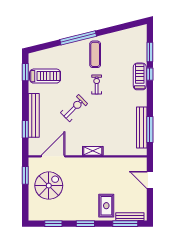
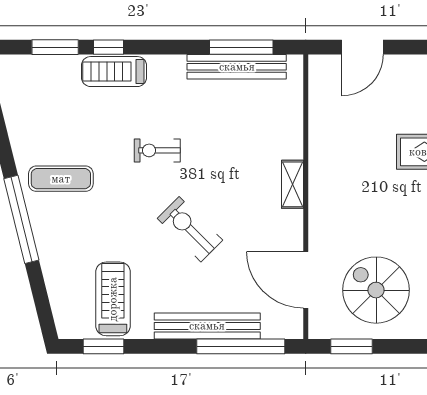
exercise bike: (97, 84) -> (157, 150), moved
window: (25, 129) -> (241, 346), width x2.11

